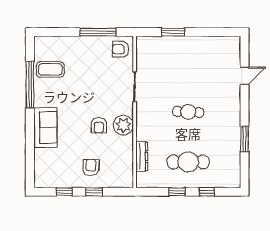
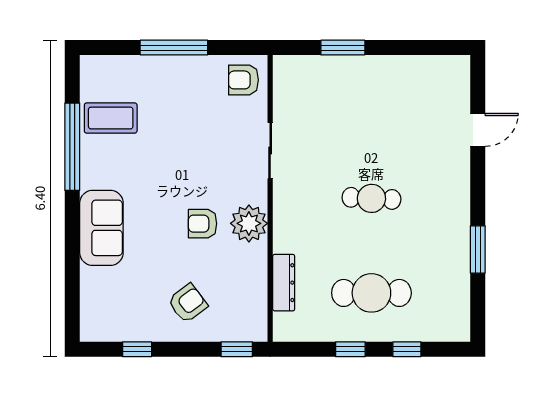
window: (98, 32) -> (174, 48), moved
armchair: (99, 125) -> (203, 224), turned 90
armchair: (91, 167) -> (188, 303), turned 53
window: (94, 192) -> (237, 349), moved

